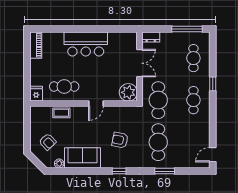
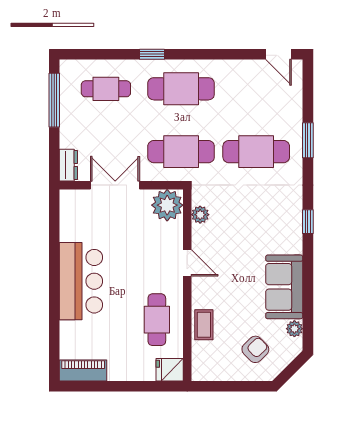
cafe table: (193, 100) -> (181, 89), width x1.37, depth x1.35
plant: (123, 111) -> (200, 215), added
armchair: (120, 140) -> (253, 220), removed

